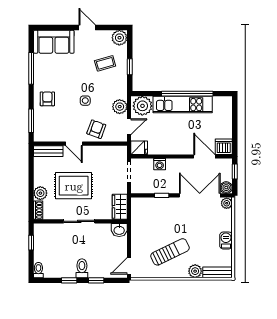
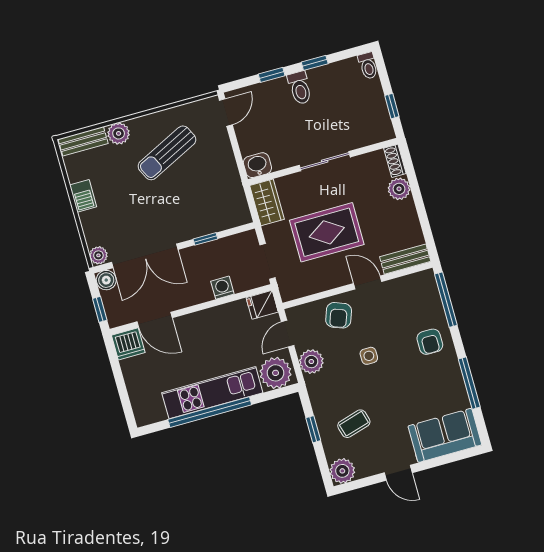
window: (31, 121) -> (446, 300), width x1.44
rug: (74, 186) -> (327, 232), moved

